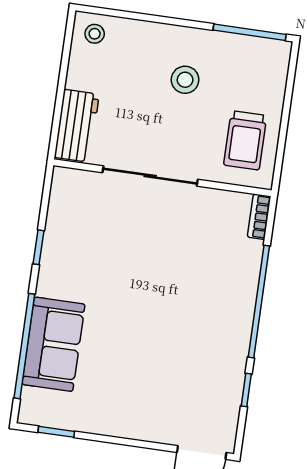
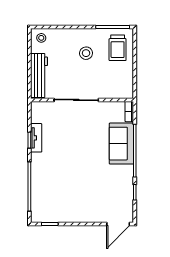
workbench: (77, 126) -> (39, 75), width x1.38
trolley: (245, 140) -> (118, 48), moved
tv unit: (54, 245) -> (36, 138), added
sofa: (53, 344) -> (121, 144), moved, turned 180

